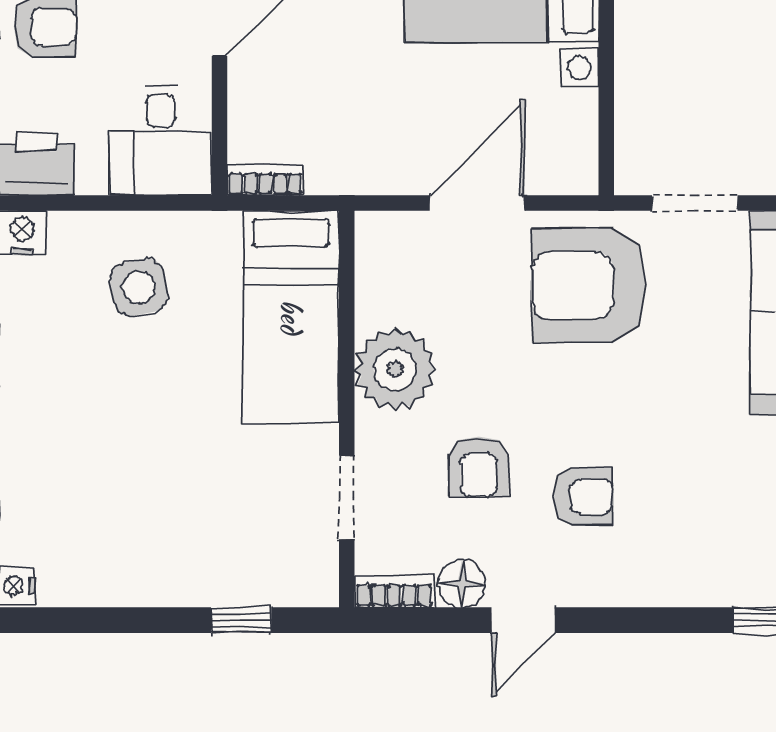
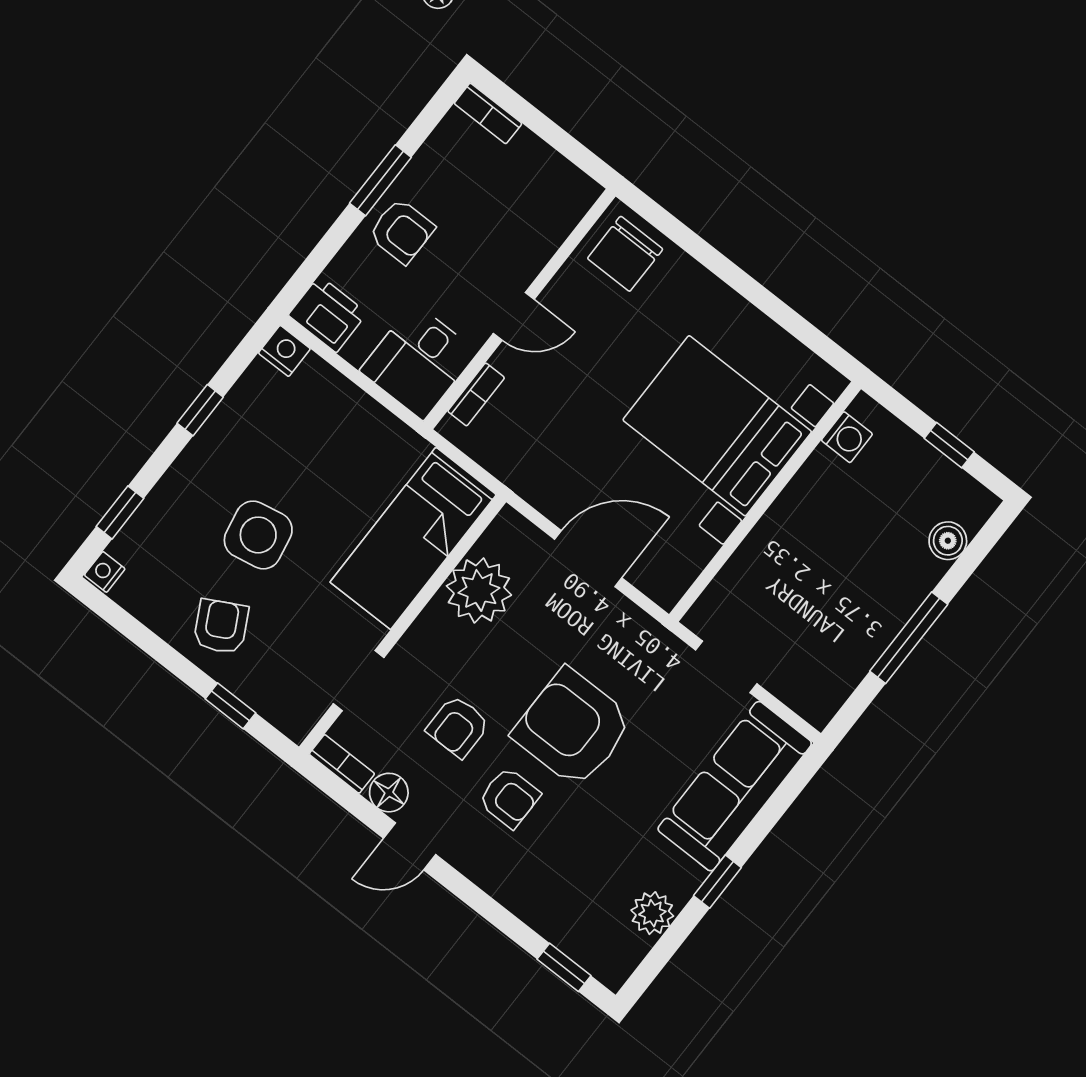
bookcase: (266, 180) -> (476, 394), moved, turned 90
armchair: (589, 285) -> (573, 728), moved
side table: (139, 287) -> (258, 535), moved, width x1.37, depth x1.37
plant: (395, 369) -> (479, 590), moved
armchair: (171, 550) -> (221, 626), added

